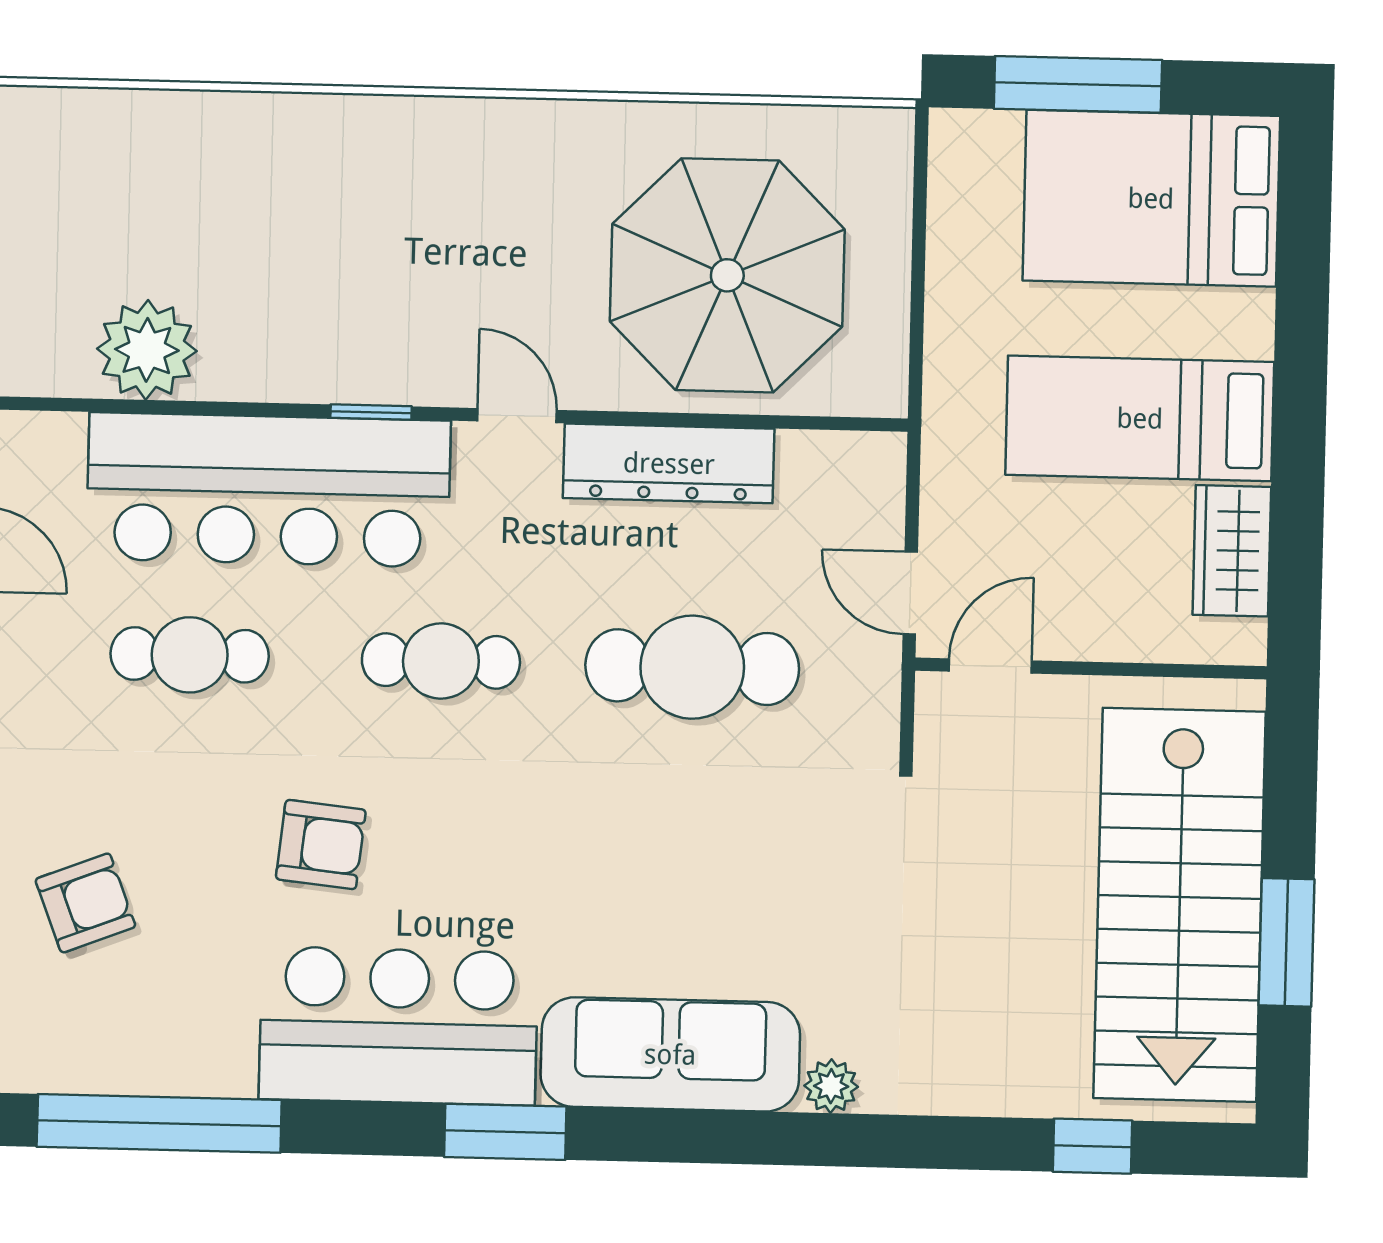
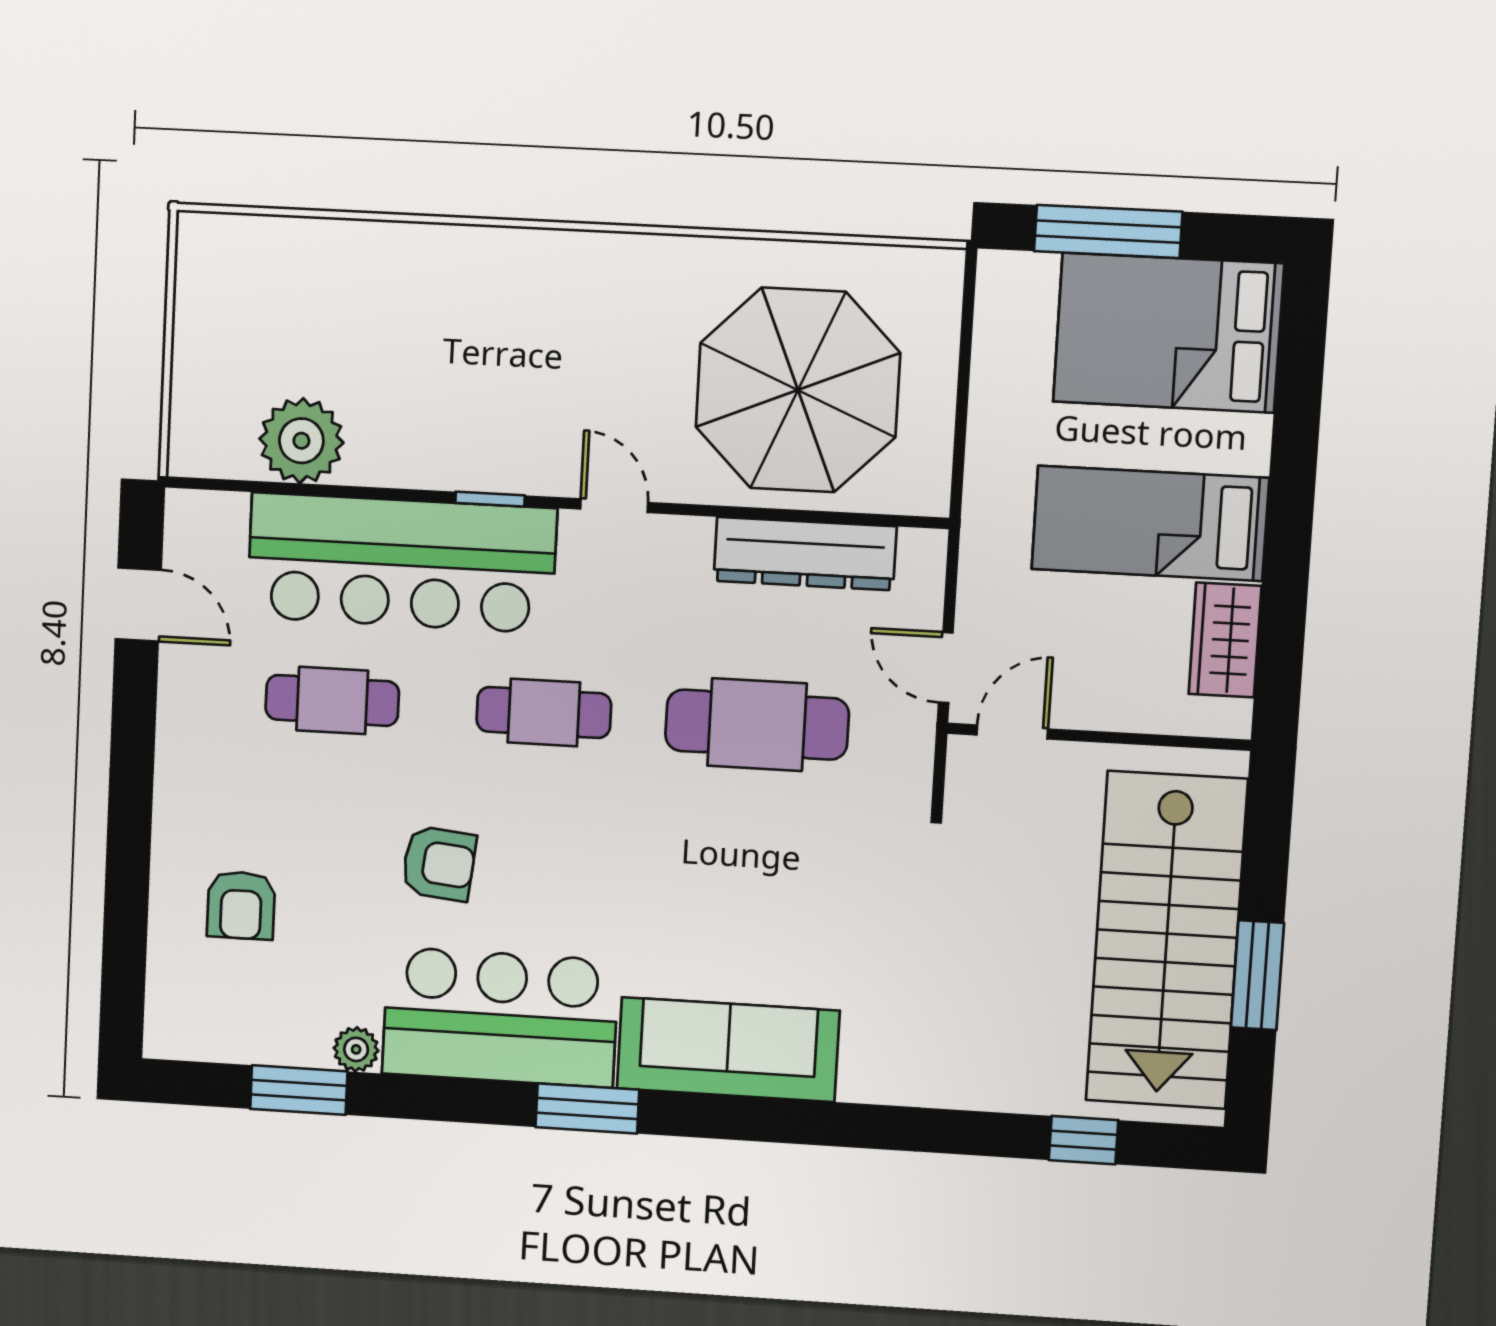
dresser: (669, 463) -> (805, 554), moved
armchair: (85, 903) -> (241, 905), turned 111
plant: (831, 1086) -> (356, 1049), moved
window: (159, 1123) -> (299, 1090), width x0.47

